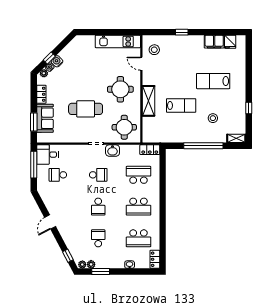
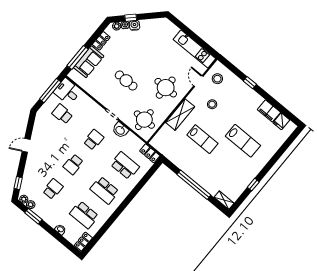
lab bench: (213, 81) -> (243, 141), turned 180
cafe table: (86, 109) -> (126, 81), width x0.73, depth x0.74
stool: (213, 118) -> (212, 104), moved
window: (34, 122) -> (78, 57), width x1.44
school desk: (98, 175) -> (94, 140), turned -90

